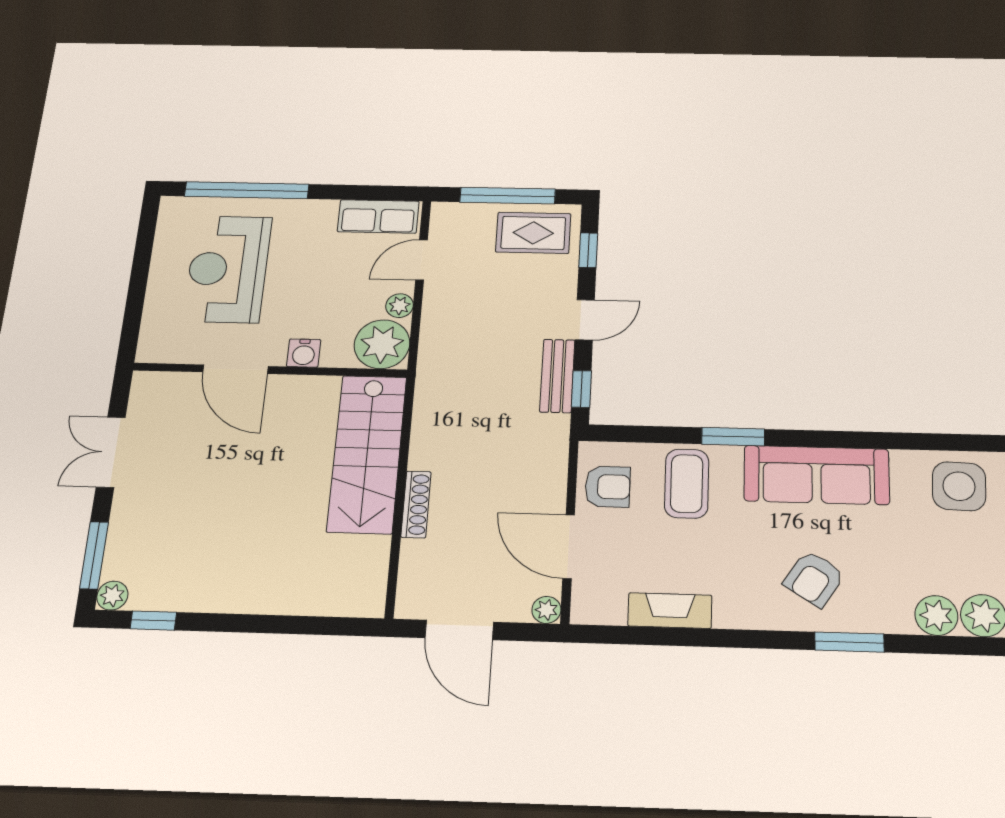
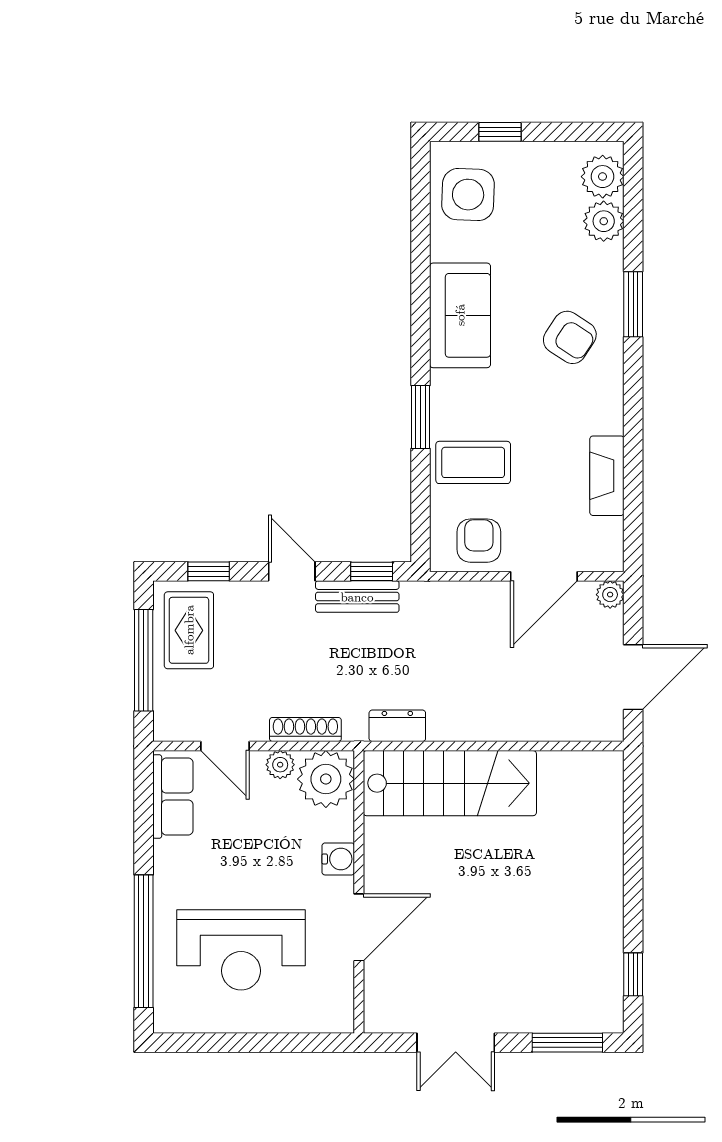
dresser: (428, 408) -> (397, 726), added
sofa: (817, 475) -> (460, 315), width x0.73
shoe rack: (416, 504) -> (305, 729), moved
plant: (112, 596) -> (609, 1018), removed

